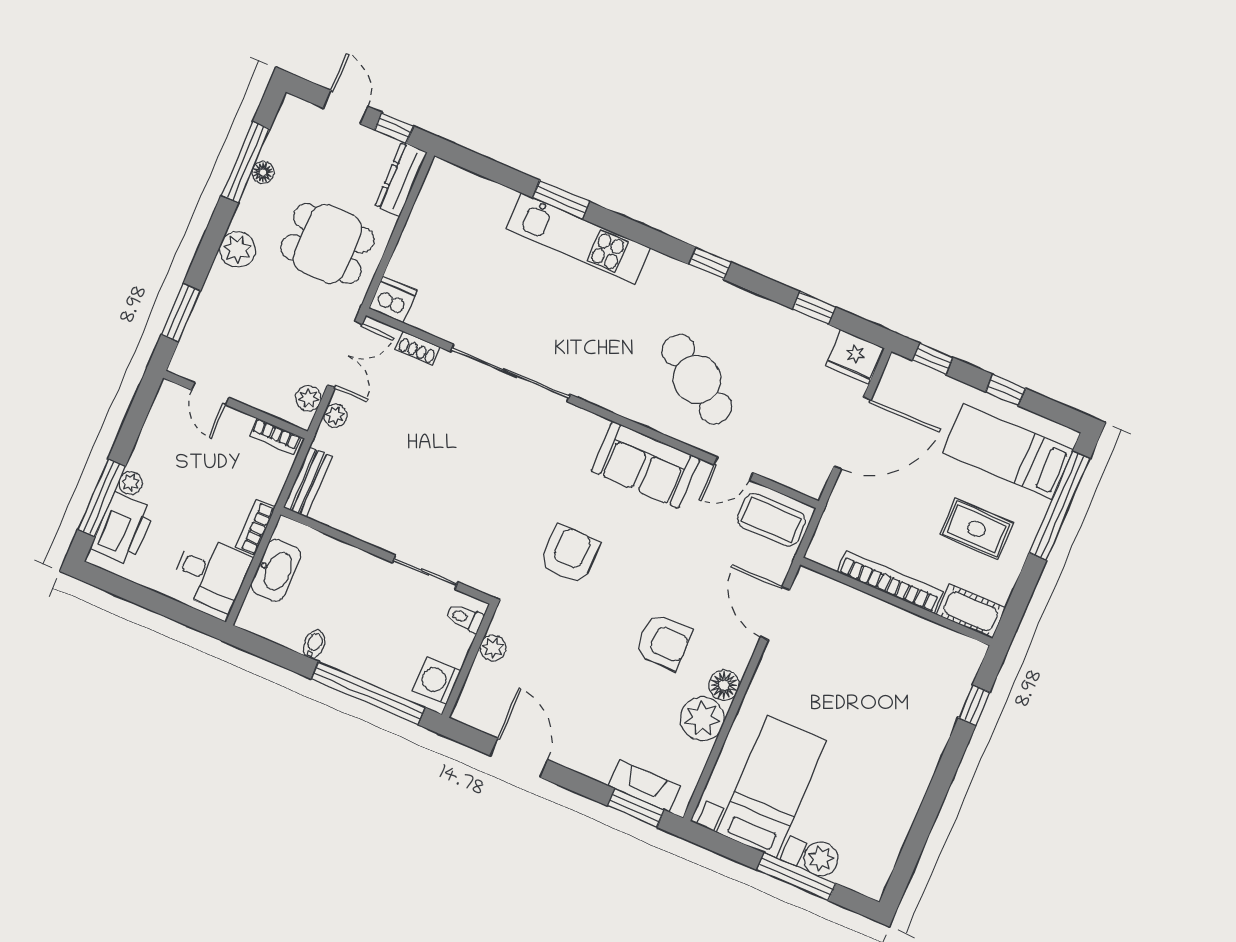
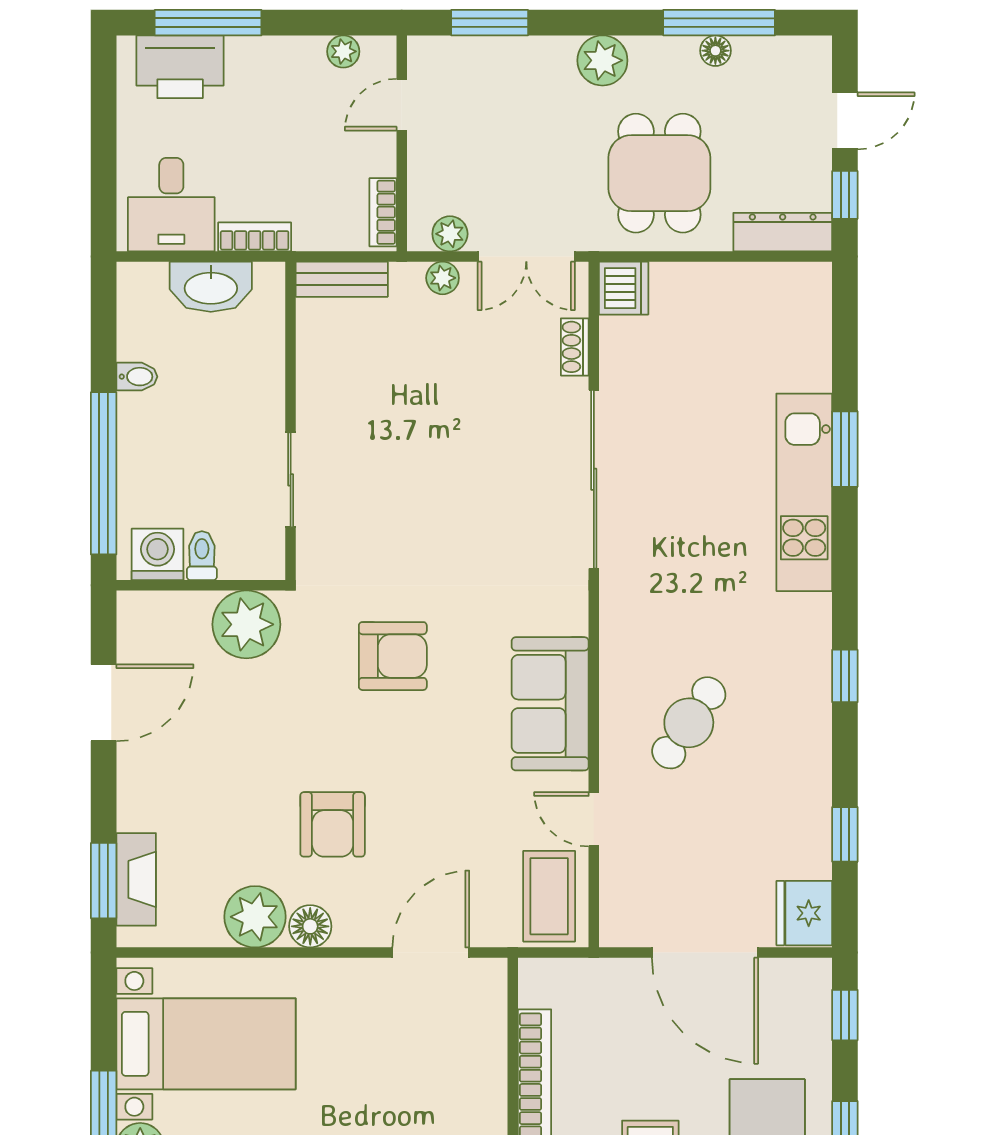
cafe table: (697, 379) -> (689, 723), width x0.73, depth x0.74
plant: (130, 483) -> (343, 51), moved
toilet: (465, 618) -> (202, 556), moved
plant: (493, 648) -> (246, 624), width x1.88, depth x1.88

